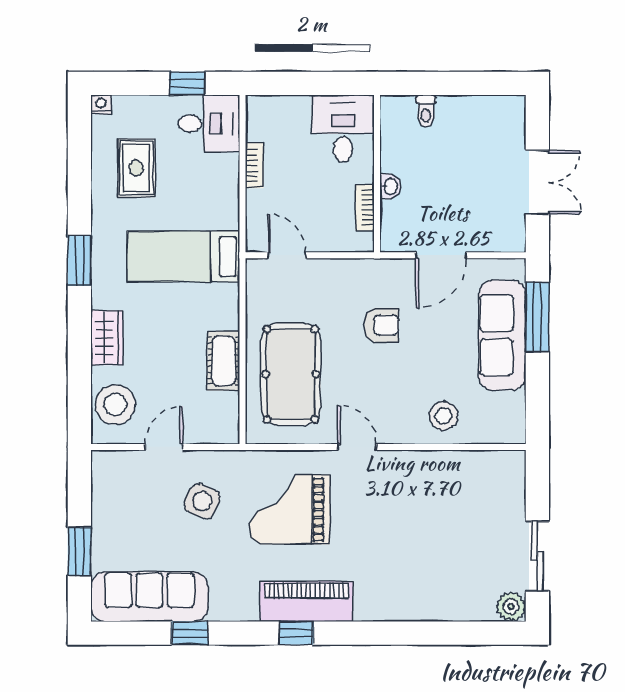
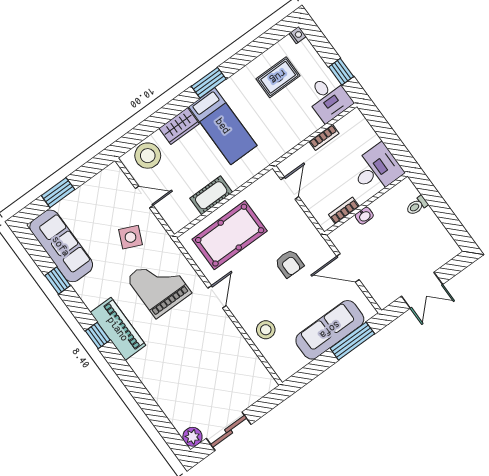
bed: (183, 256) -> (223, 126), moved, turned 180

